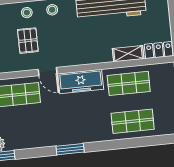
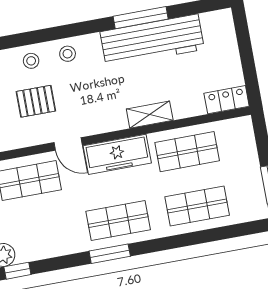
pallet: (28, 41) -> (36, 101), turned 90
shelving: (128, 54) -> (150, 115), moved
shop shelf: (78, 127) -> (118, 221), added

